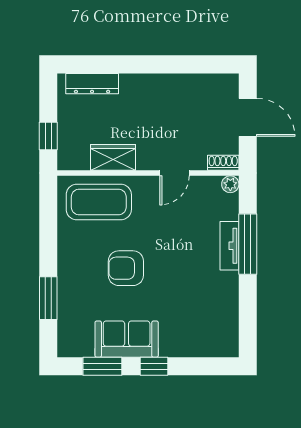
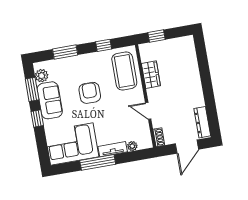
dresser: (92, 84) -> (202, 122), moved
plant: (230, 184) -> (132, 146), moved
window: (48, 230) -> (104, 45), added
window: (248, 244) -> (98, 162), moved
corner sofa: (208, 315) -> (72, 144), added
plant: (82, 346) -> (42, 76), added

